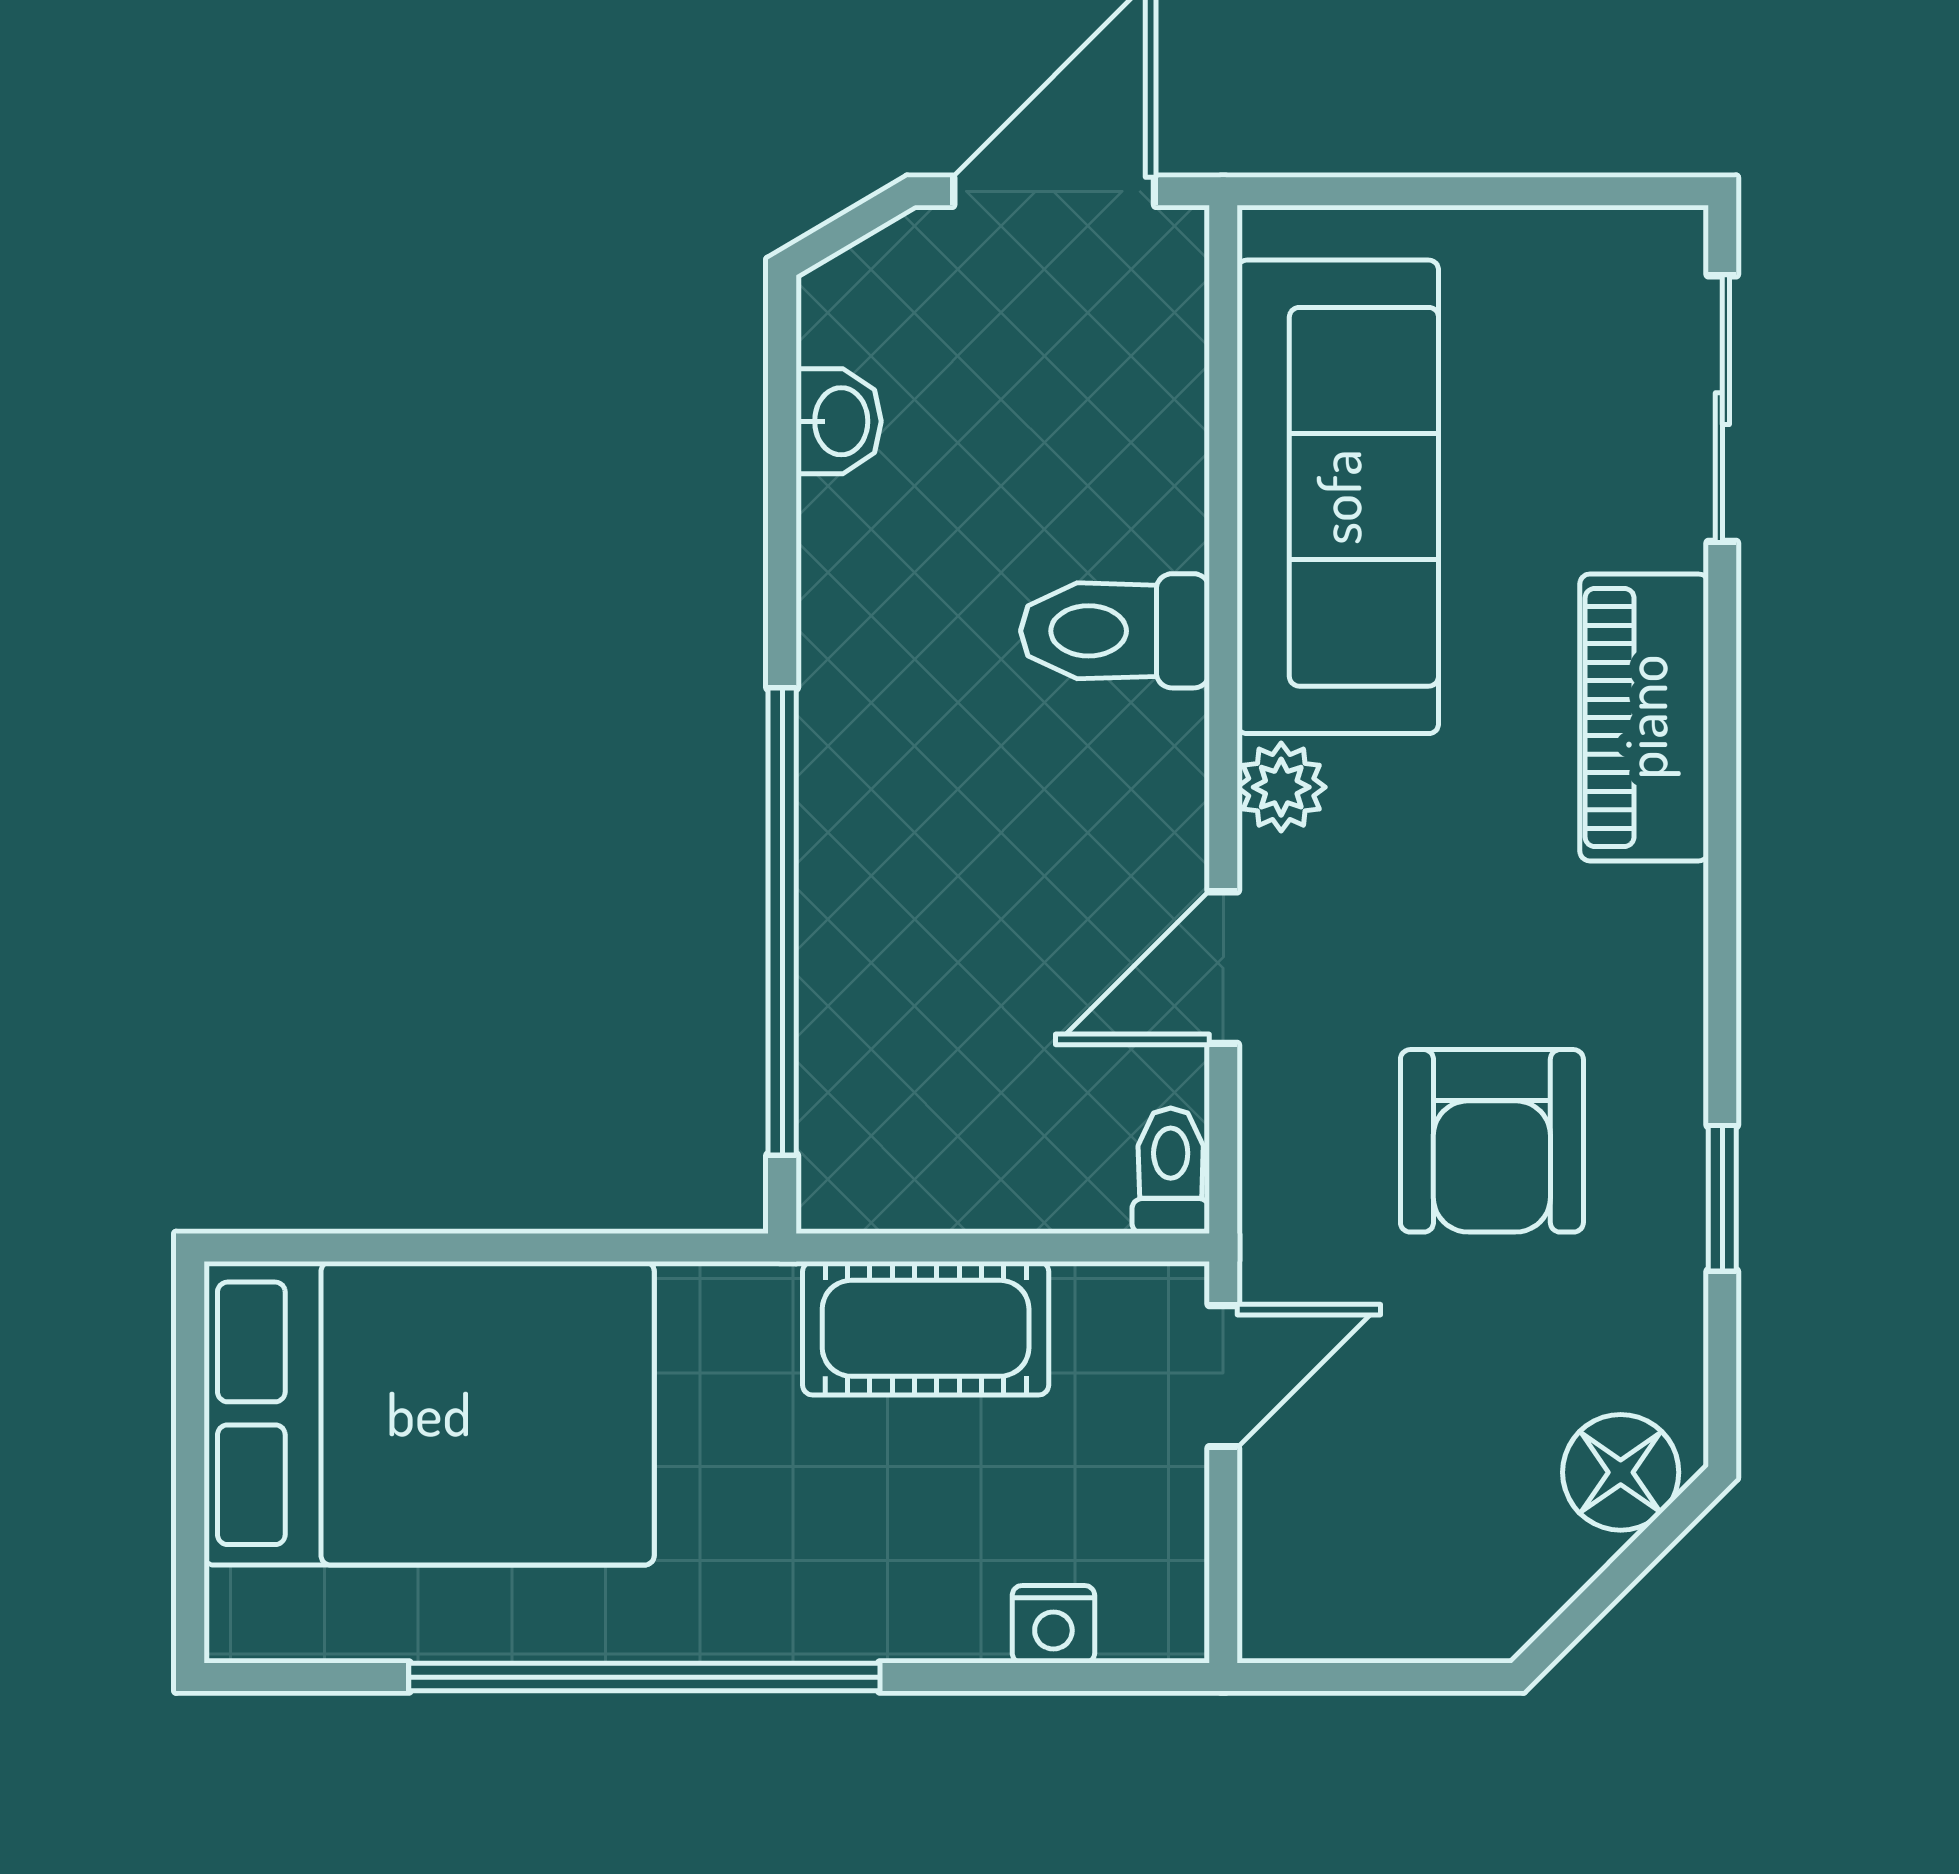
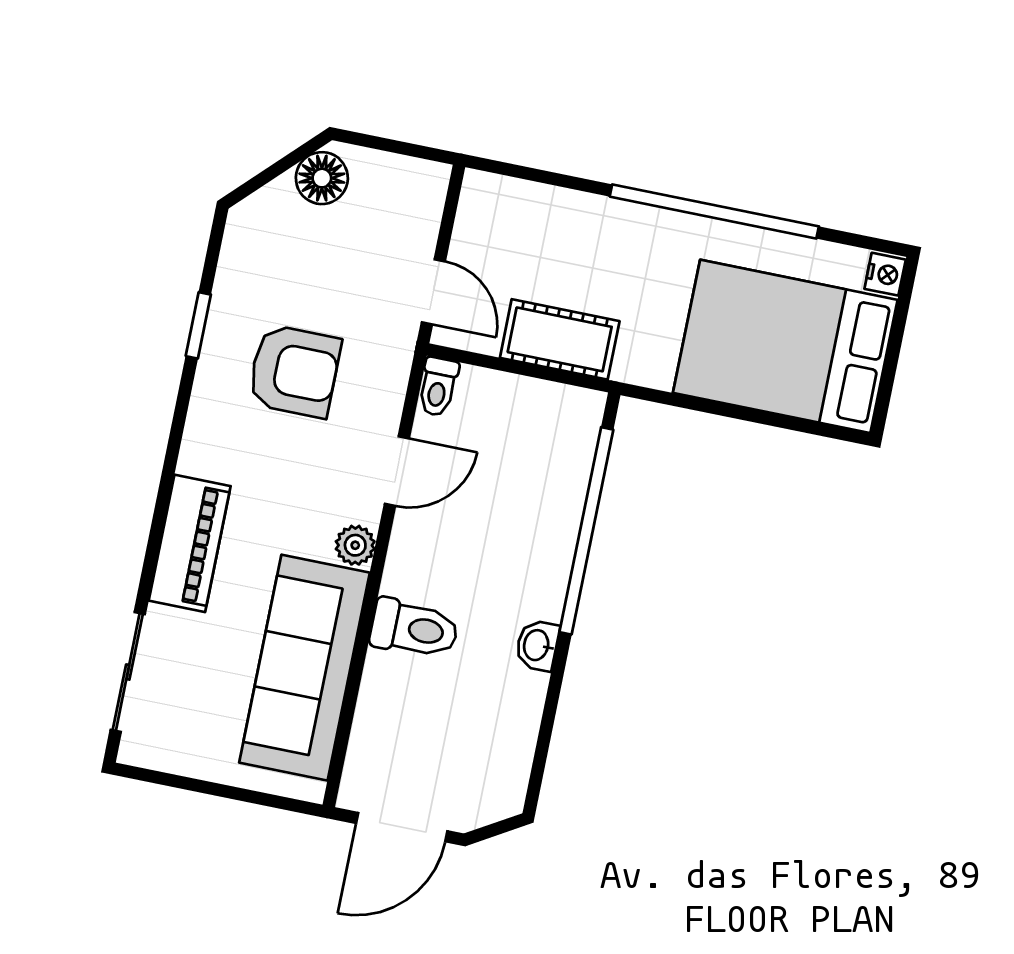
washbasin: (839, 421) -> (537, 645), moved
armchair: (1492, 1141) -> (294, 371), turned 90
door: (1223, 1376) -> (433, 292), swing flipped
floor lamp: (1621, 1472) -> (322, 178), moved
nightstand: (1053, 1624) -> (885, 274), moved, turned 90

